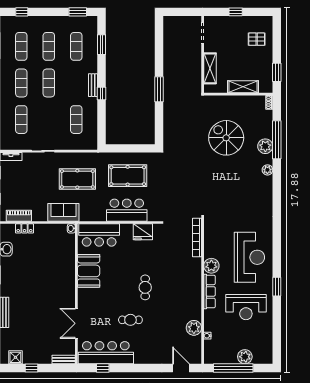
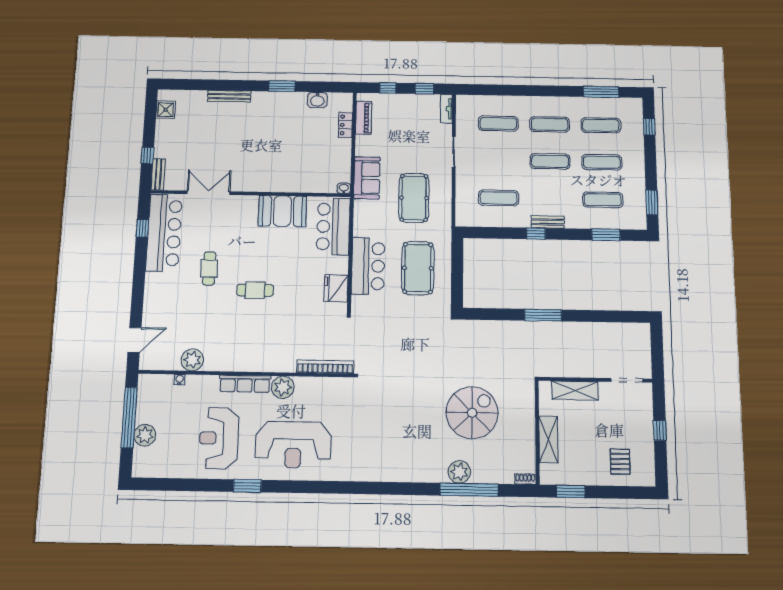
plant: (267, 170) -> (424, 475), removed
window: (32, 368) -> (147, 155), moved

